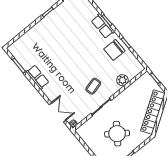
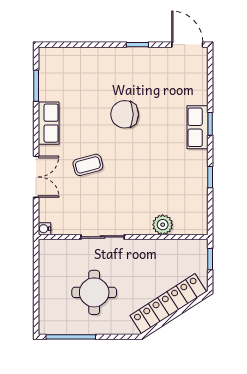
chair: (114, 50) -> (125, 114), moved
coffee table: (93, 86) -> (88, 165), moved
double door: (58, 112) -> (36, 177), moved
round table: (117, 134) -> (94, 292), turned -36

